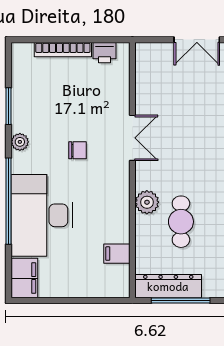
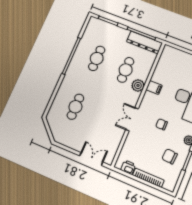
double door: (197, 40) -> (91, 159), moved
chair: (41, 101) -> (170, 156), added
filing cabinet: (117, 254) -> (154, 88), moved

